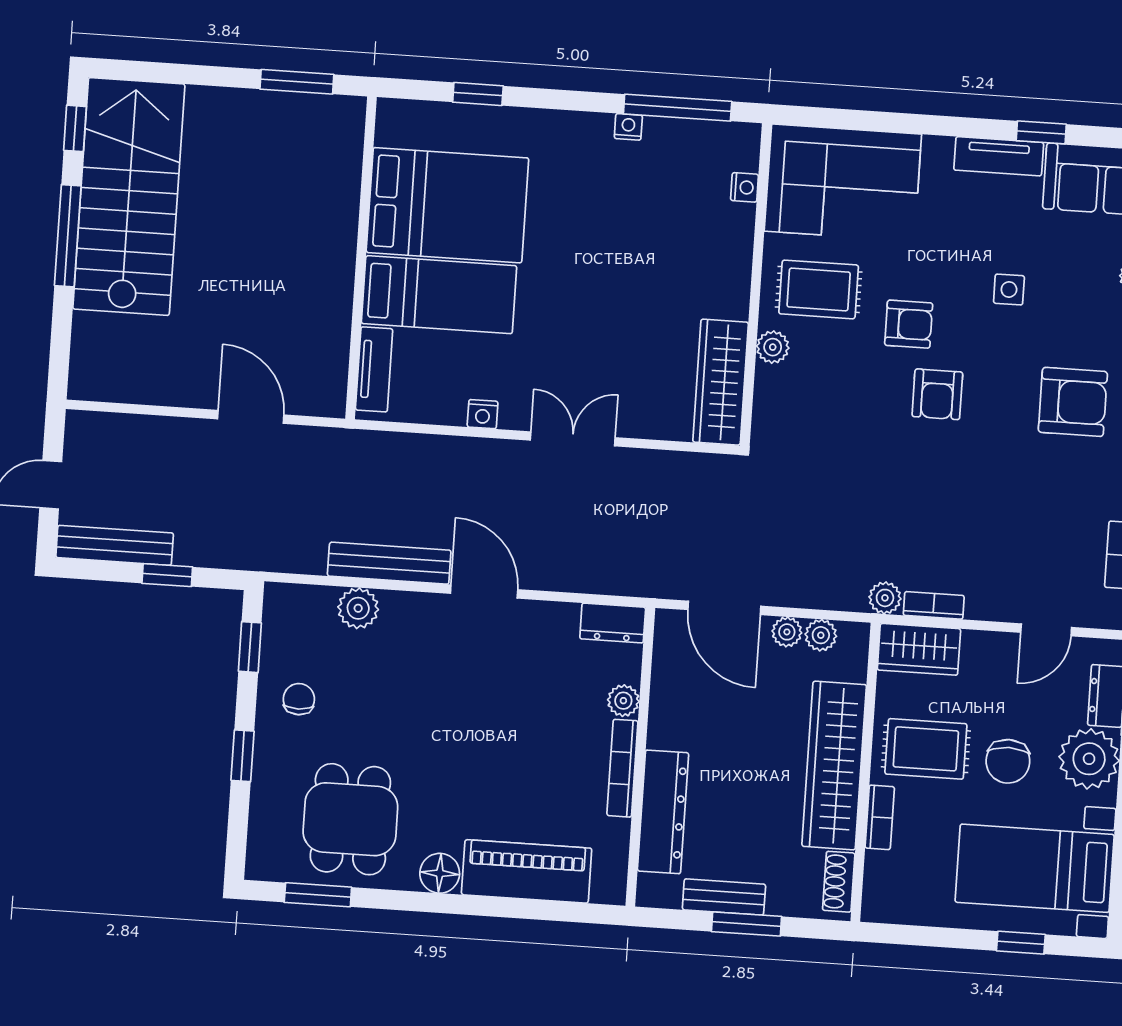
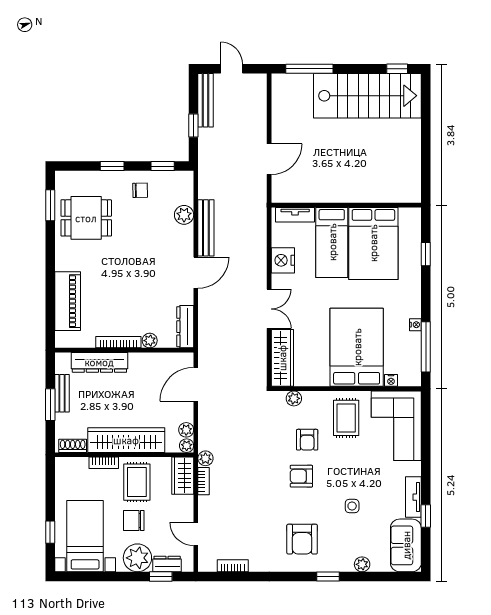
window: (297, 82) -> (426, 170), removed
window: (68, 236) -> (309, 69), moved
bed: (668, 256) -> (357, 347), added
armchair: (909, 324) -> (307, 440), moved
plant: (773, 347) -> (294, 398), moved
wardrobe: (721, 382) -> (282, 358), moved, turned 90
nightstand: (483, 414) -> (283, 260), width x1.89, depth x1.79
dresser: (613, 623) -> (185, 327), width x1.44
plant: (787, 632) -> (187, 446), moved
floor lamp: (440, 873) -> (64, 261), removed

